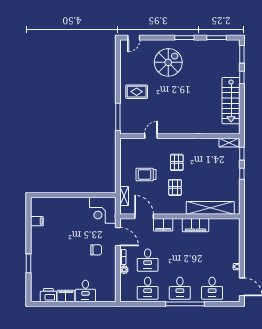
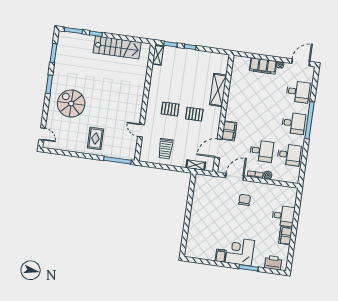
trolley: (146, 174) -> (166, 149), moved
shelving: (210, 208) -> (218, 90), width x0.68
corner desk: (103, 210) -> (240, 252), moved, turned 180
filing cabinet: (37, 221) -> (221, 256), moved
filing cabinet: (196, 225) -> (263, 66), moved, turned 90
printer: (48, 295) -> (273, 263), moved, turned 90

